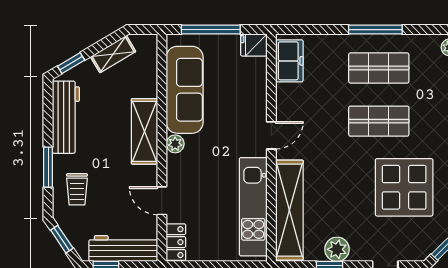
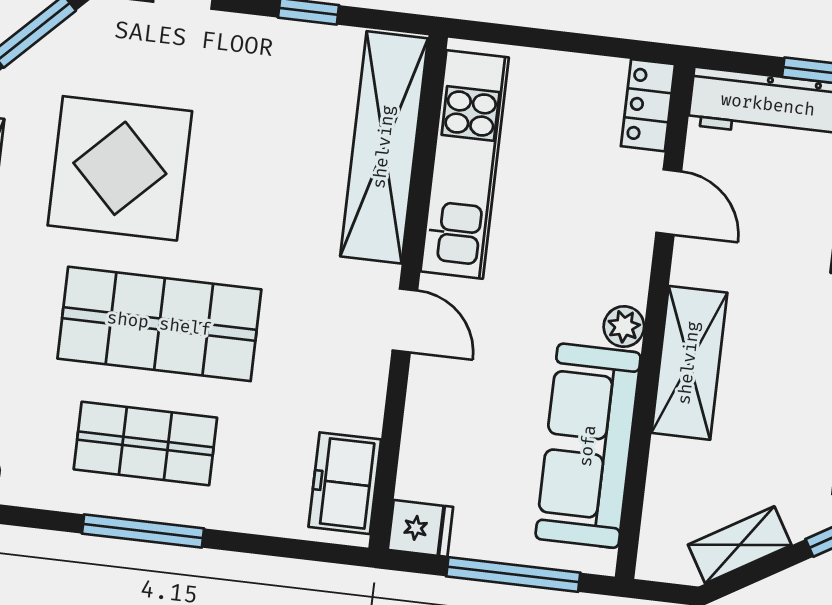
shop shelf: (379, 121) -> (159, 324), width x1.43, depth x1.36
door: (271, 135) -> (405, 320), swing flipped
plant: (337, 249) -> (287, 46), removed

